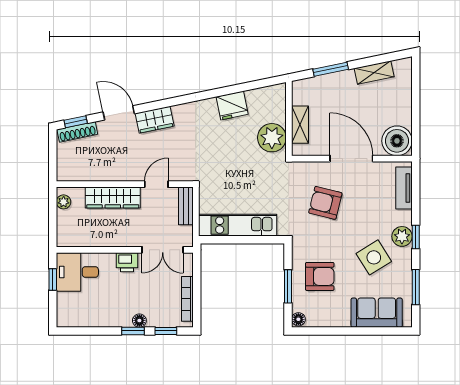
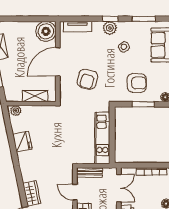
plant: (272, 138) -> (16, 111), moved, width x0.53, depth x0.53
side table: (374, 257) -> (124, 47), width x0.54, depth x0.54
armchair: (320, 276) -> (137, 83), turned 90

